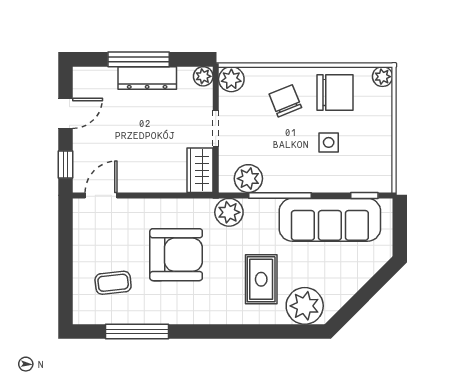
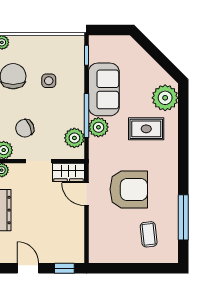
chair: (285, 101) -> (25, 128), moved
door: (101, 195) -> (86, 194), moved
plant: (229, 212) -> (98, 127), moved
sofa: (330, 220) -> (104, 89), width x0.73
armchair: (176, 255) -> (129, 189), turned 90

